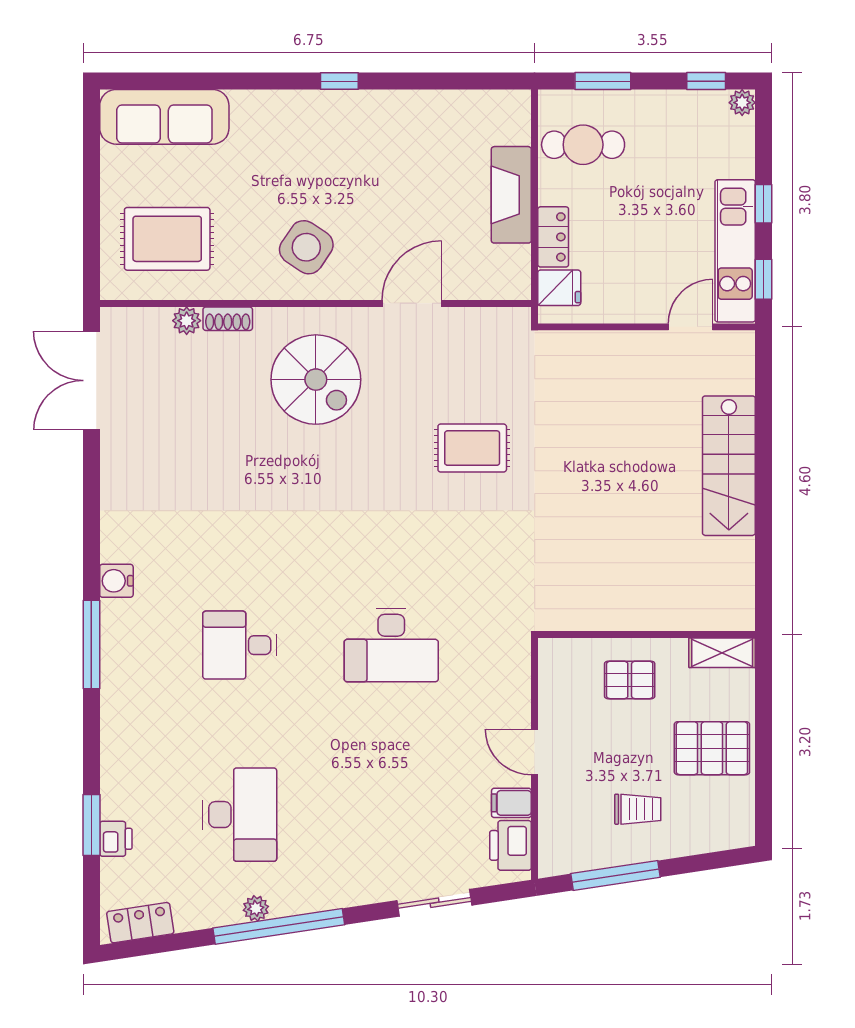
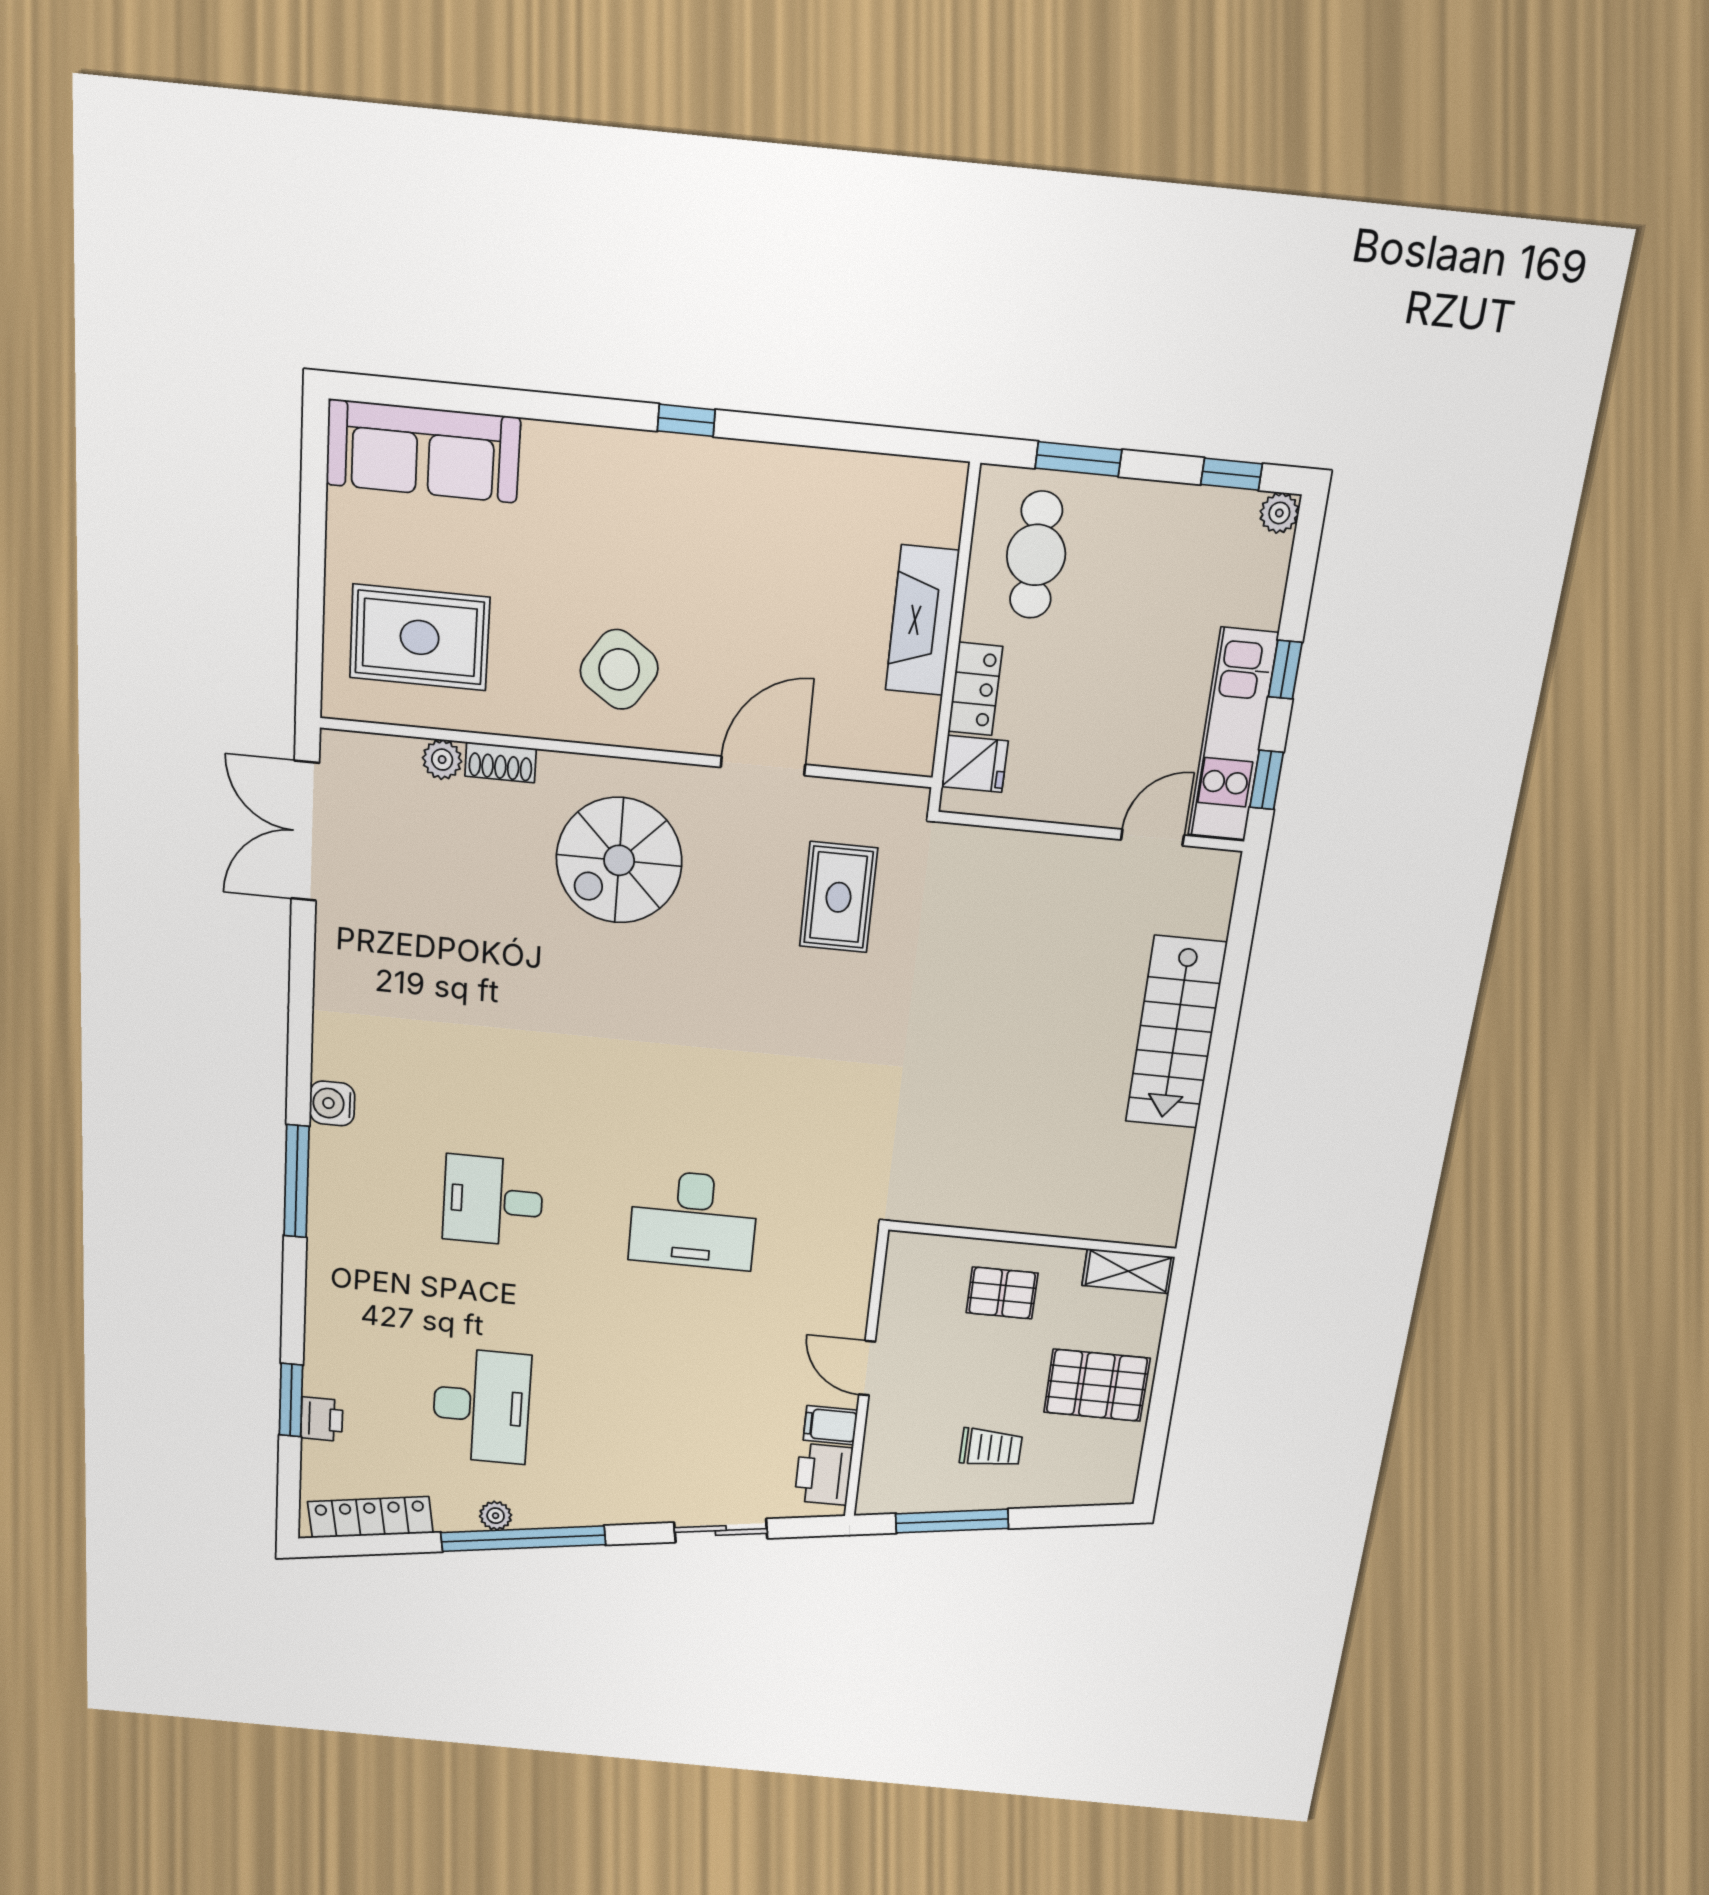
cafe table: (583, 145) -> (1036, 555), turned 90
spiral stairs: (316, 380) -> (619, 860), turned 90
rug: (472, 448) -> (838, 897), moved, turned 90
locker: (140, 923) -> (370, 1517), width x1.53

